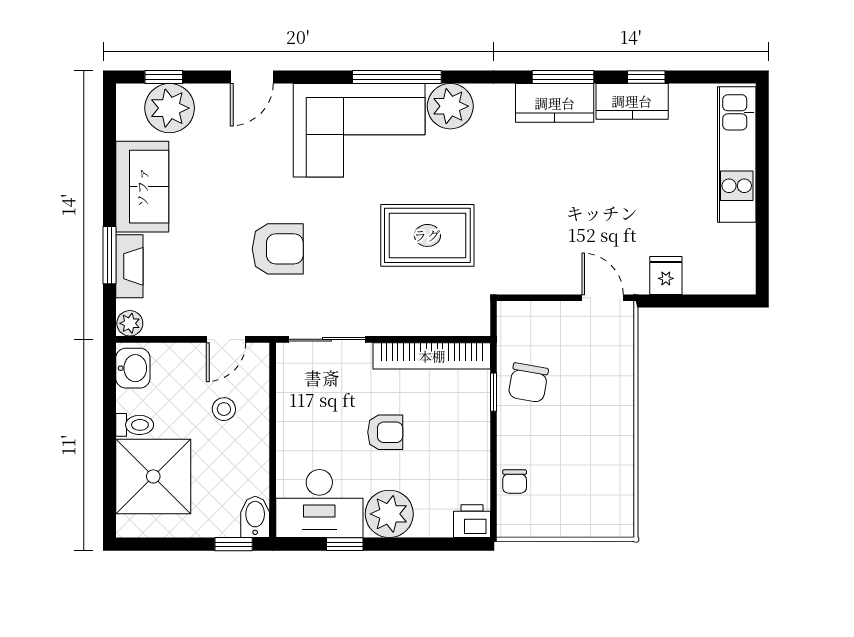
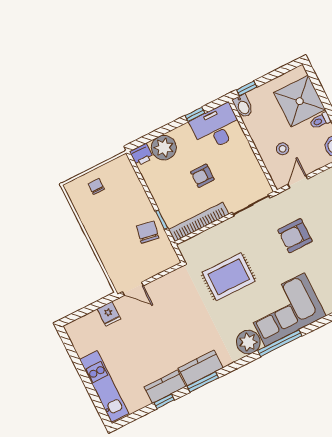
chair: (515, 481) -> (96, 186), moved
plant: (389, 514) -> (164, 148), moved

